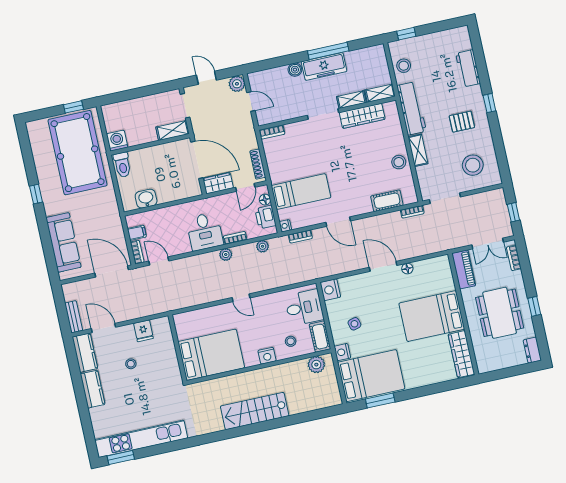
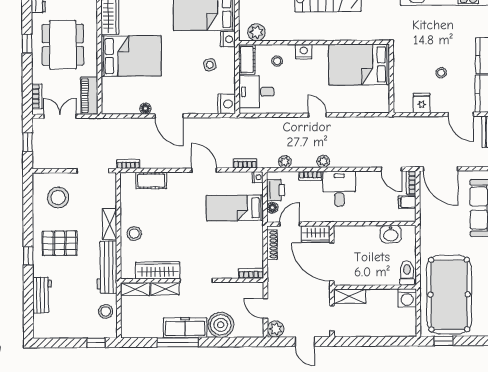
boiler: (295, 70) -> (221, 325), width x1.86, depth x1.86
pallet: (462, 122) -> (60, 243), width x1.50, depth x1.42
stool: (399, 162) -> (134, 233), moved

